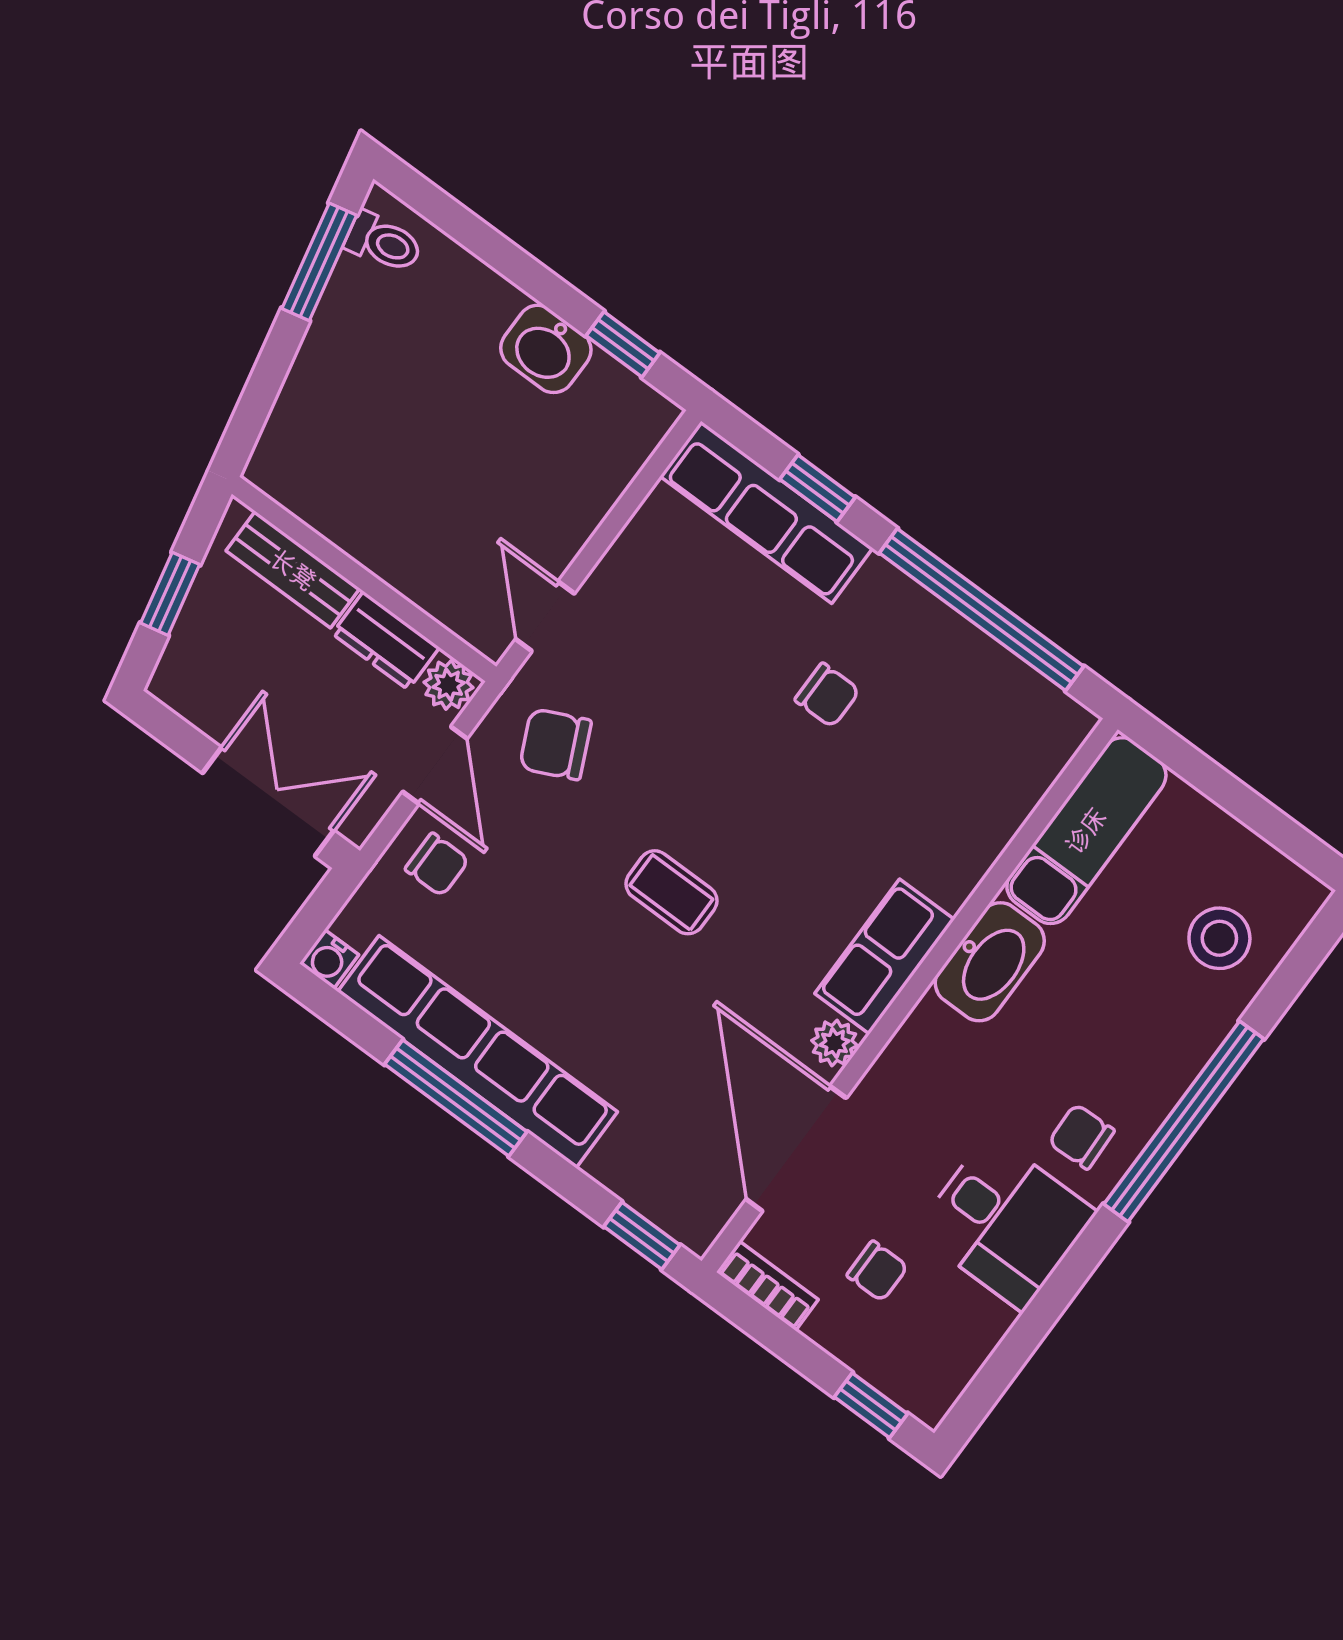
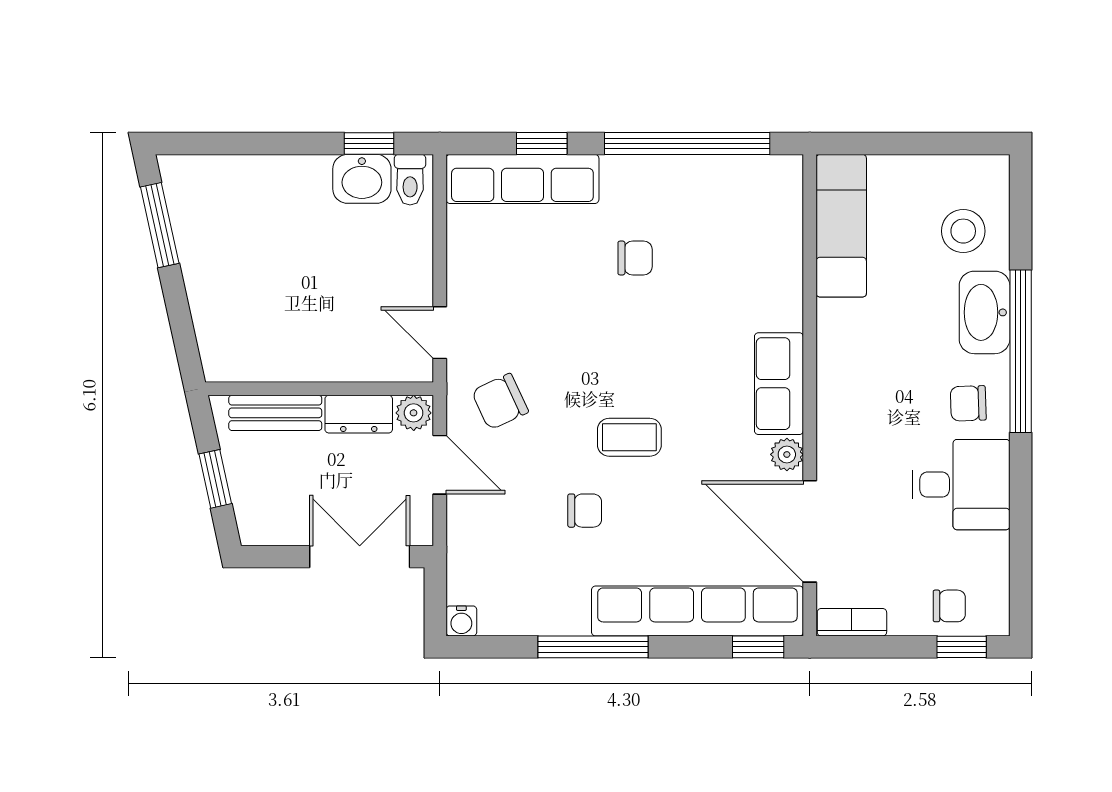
toilet: (384, 242) -> (410, 180), moved, turned 102
washbasin: (546, 349) -> (362, 179), moved
chair: (437, 865) -> (585, 511), moved
washbasin: (990, 962) -> (985, 312), moved, turned 180
row of seats: (478, 1052) -> (697, 611), moved
chair: (877, 1271) -> (949, 606), moved

